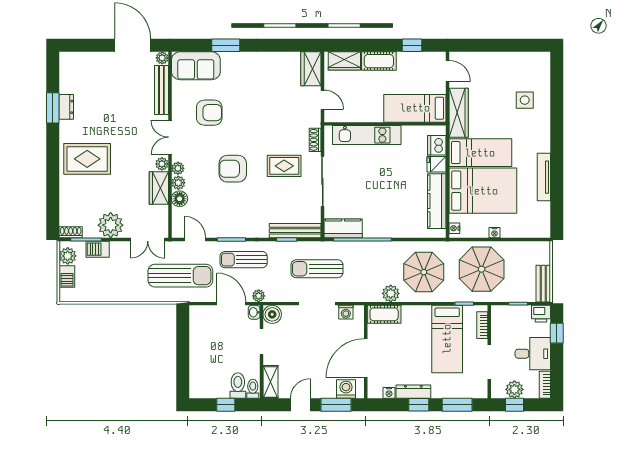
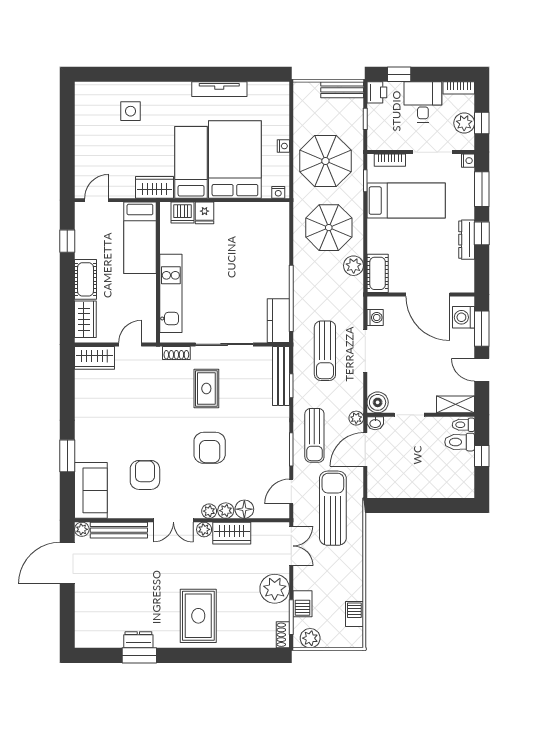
wardrobe: (459, 113) -> (154, 187), width x0.67
kitchen counter: (437, 201) -> (247, 213), removed
barbecue: (67, 277) -> (354, 614), moved, turned -90
nightstand: (389, 393) -> (468, 161), moved

